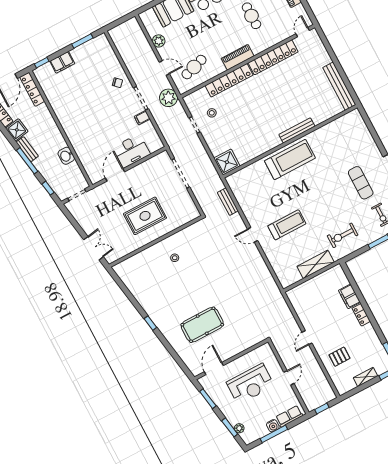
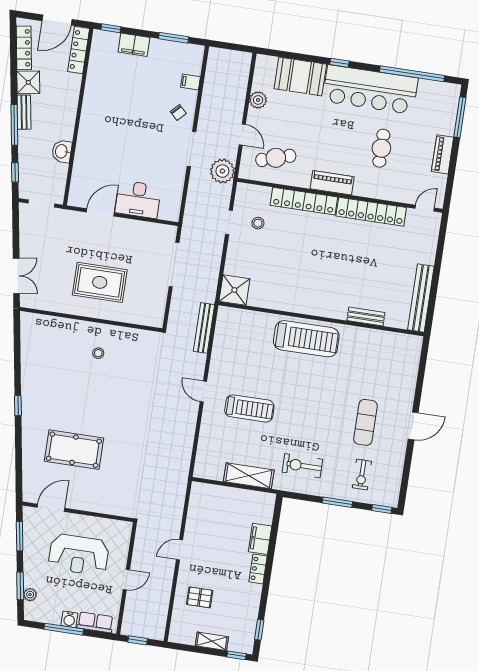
filing cabinet: (142, 118) -> (190, 82), moved
bench: (297, 130) -> (366, 317), moved, width x0.73
bench: (228, 202) -> (204, 328), width x1.36

